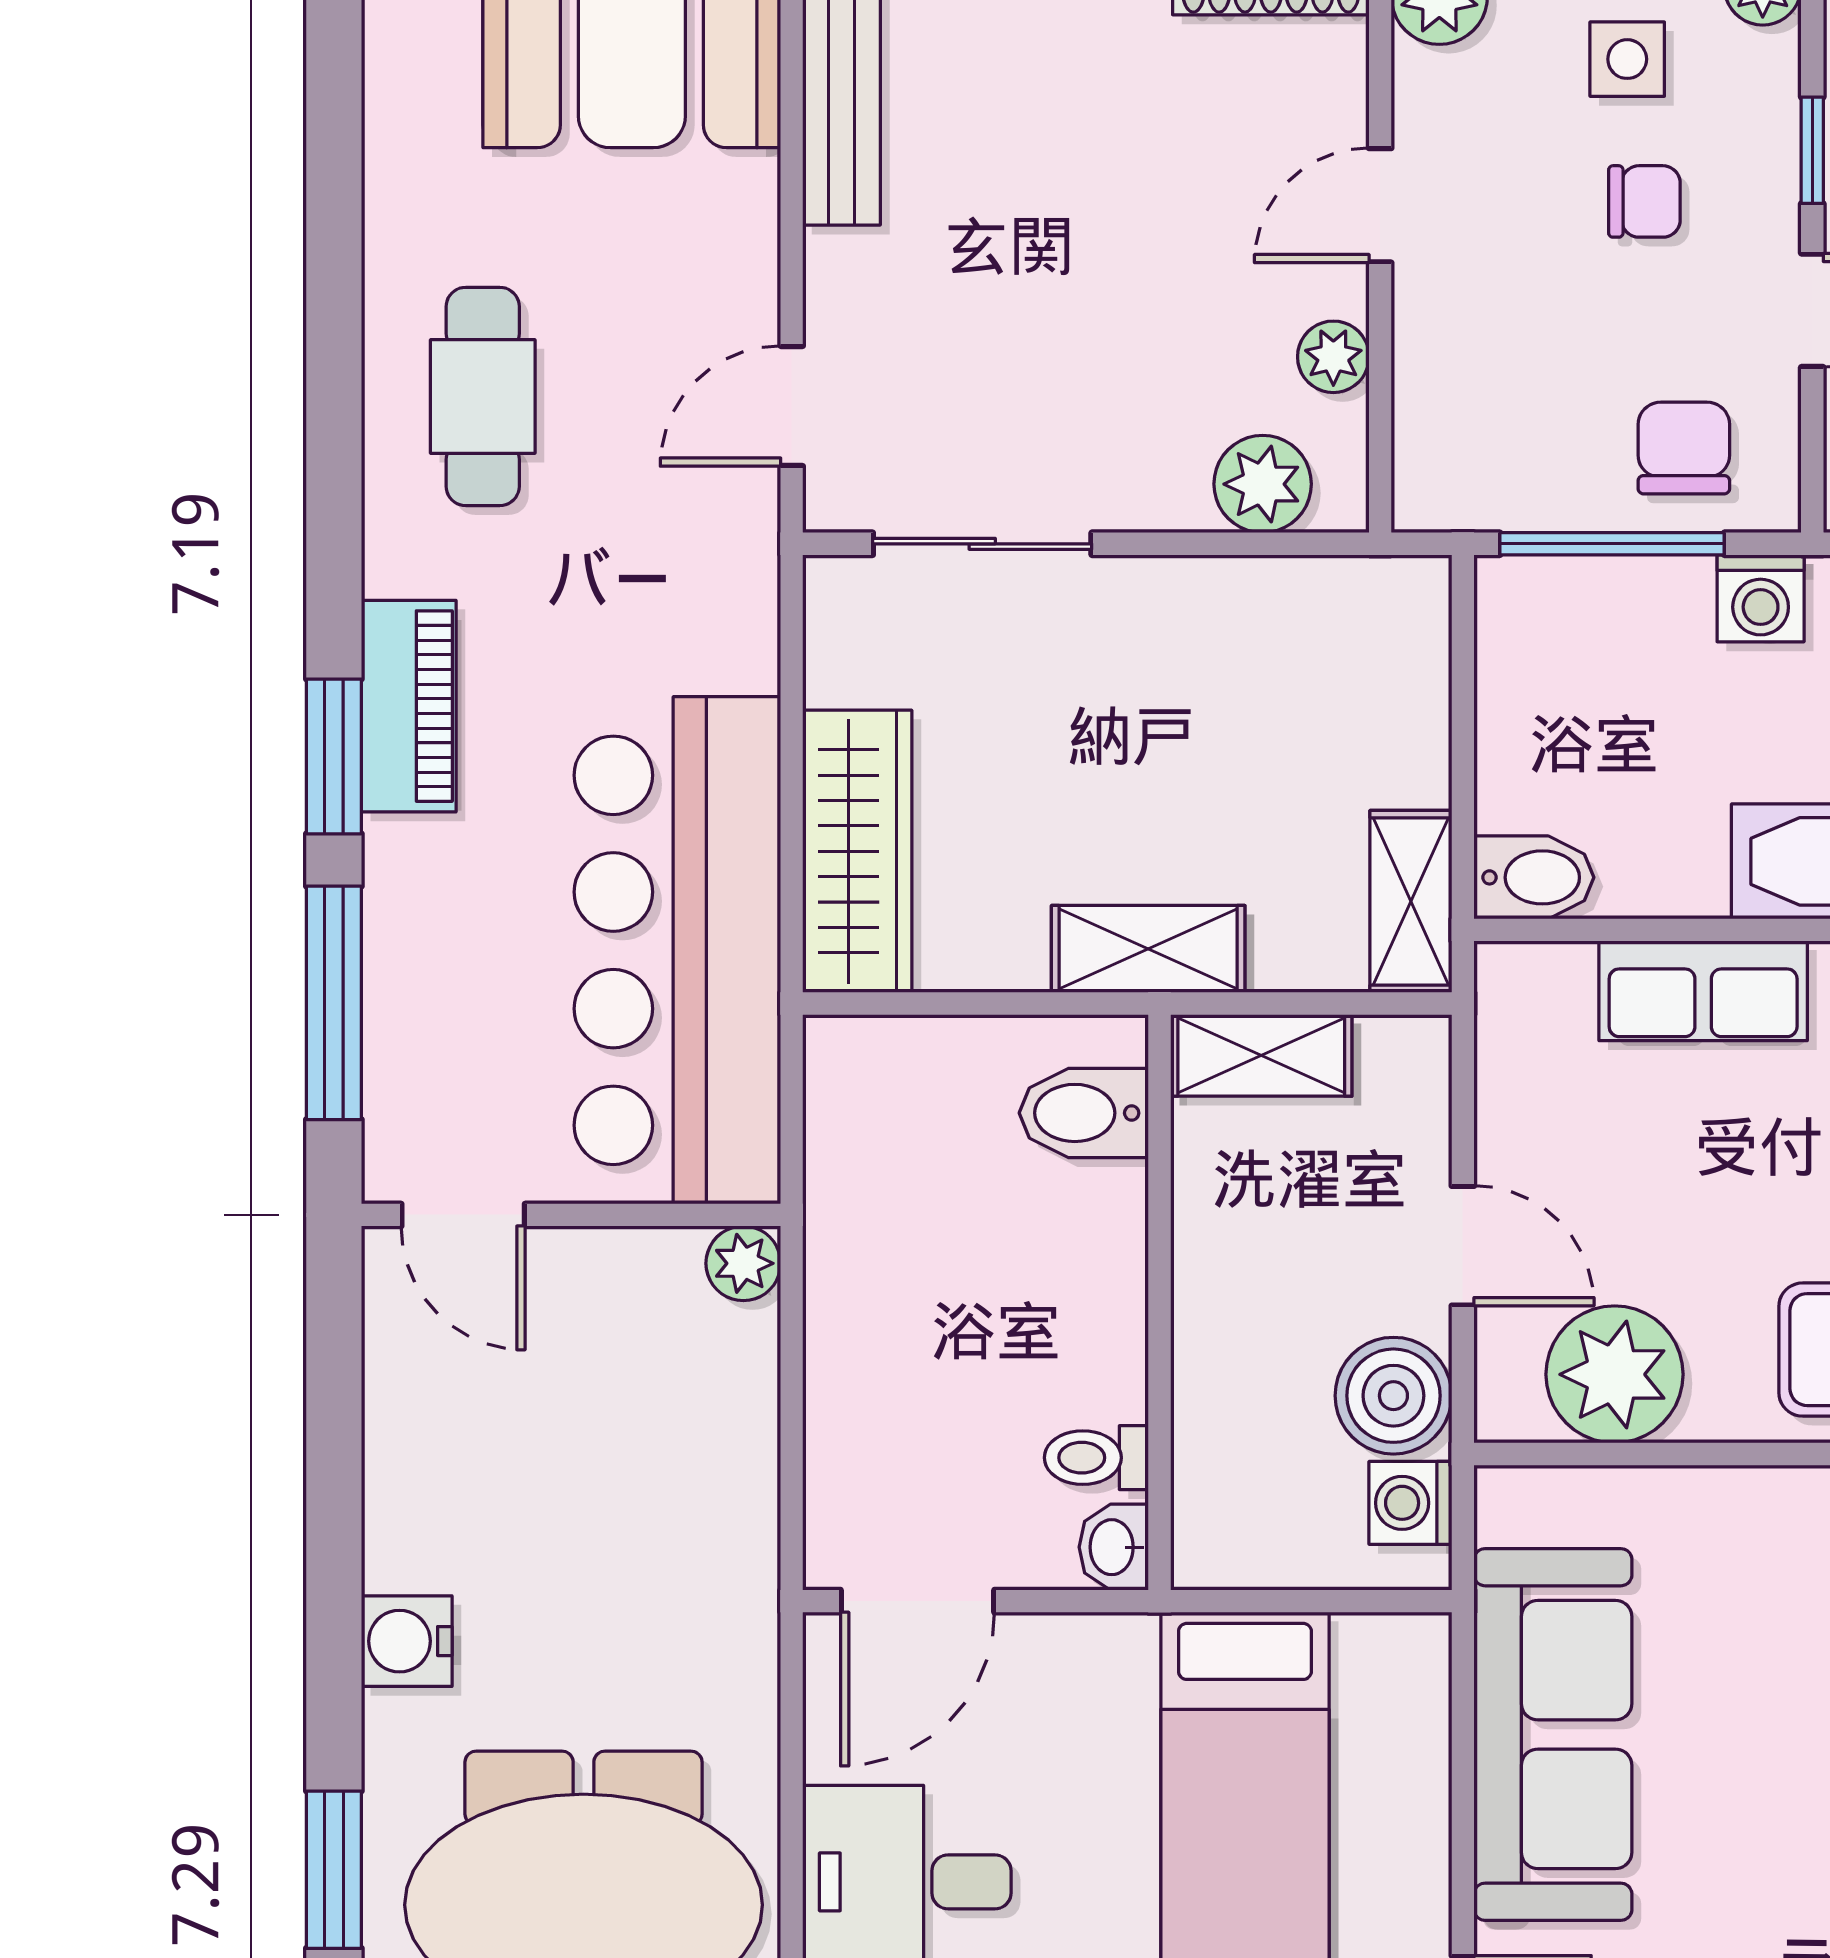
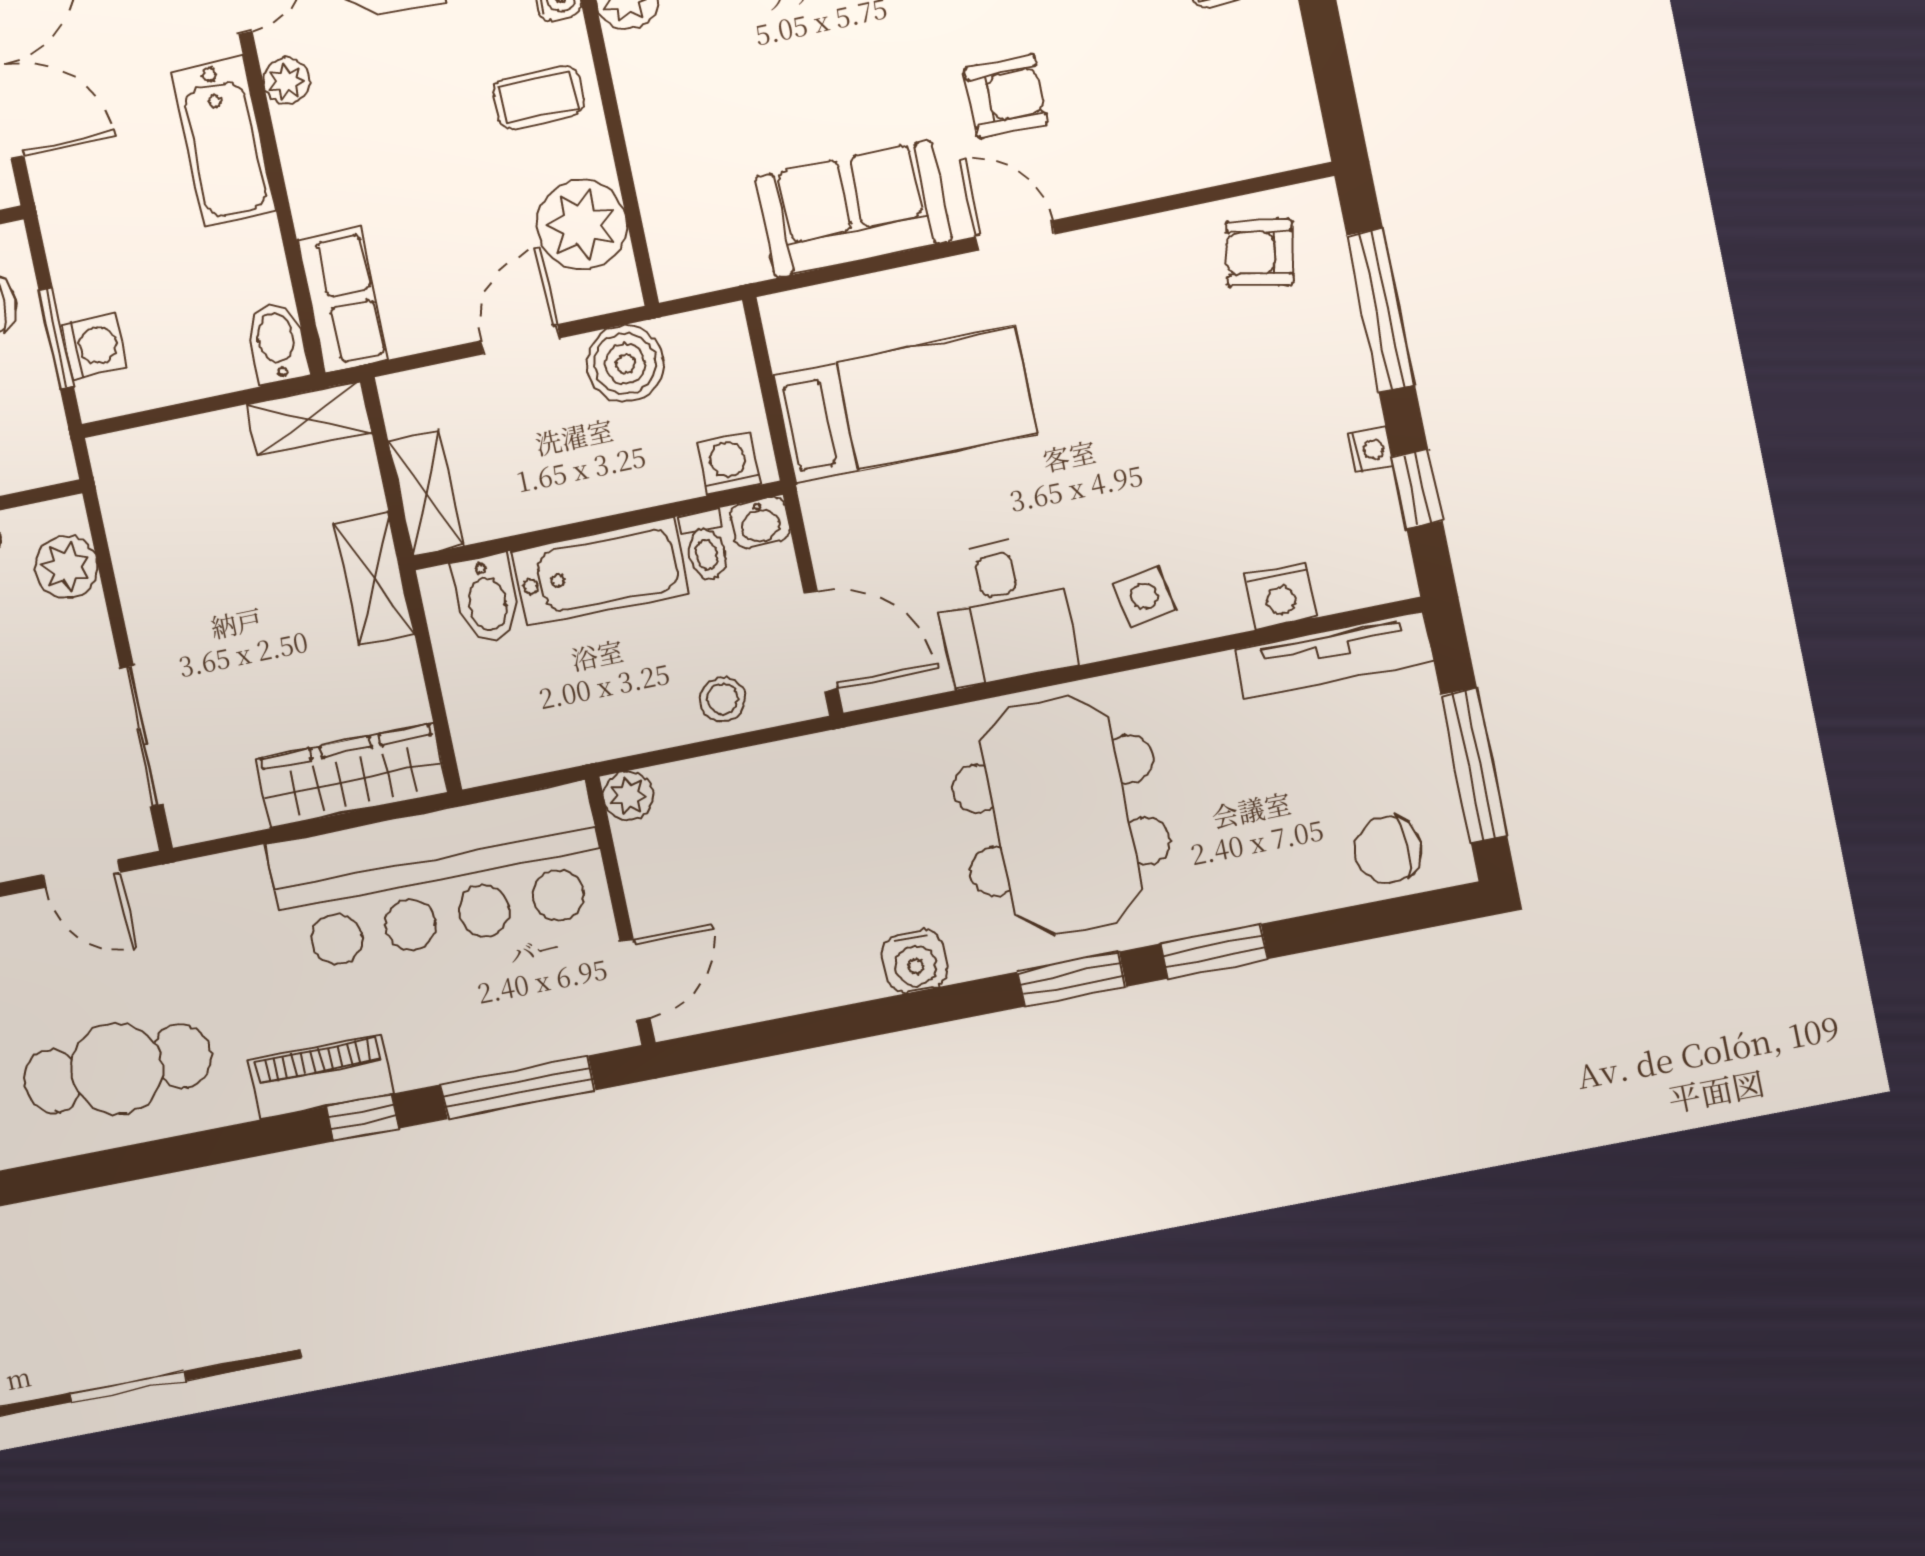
cafe table: (483, 396) -> (117, 1068), width x1.37, depth x1.35
window: (1612, 544) -> (56, 338), width x0.69
washing machine: (1761, 598) -> (94, 346), moved
window: (334, 756) -> (362, 1118), width x0.67
row of seats: (1703, 991) -> (343, 300), moved
bathtub: (1089, 1292) -> (600, 572), added
stool: (860, 1436) -> (723, 699), added
washing machine: (1410, 1503) -> (729, 464), moved, turned 180
sofa: (1553, 1734) -> (853, 209), width x0.73

